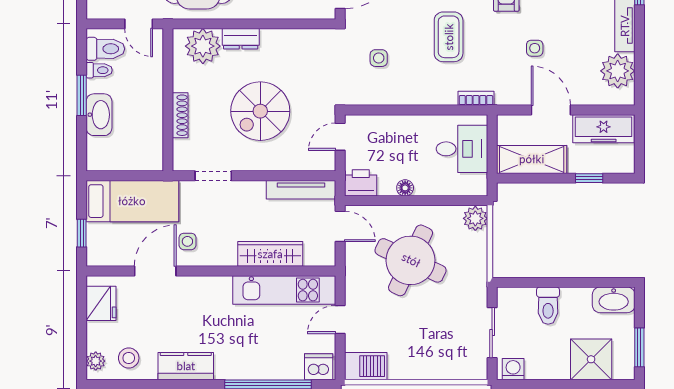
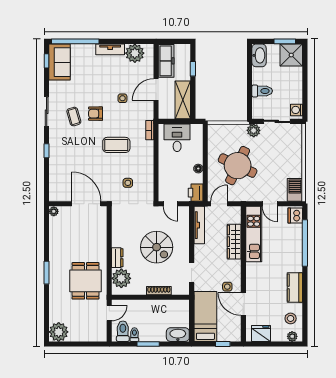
washbasin: (99, 115) -> (178, 335), moved
plant: (475, 218) -> (254, 130), moved
shower: (591, 359) -> (291, 55), moved

